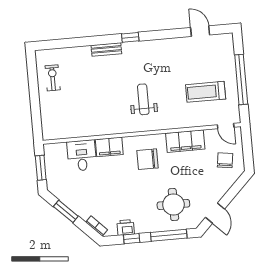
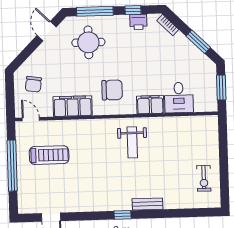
weight bench: (143, 99) -> (132, 142), moved

